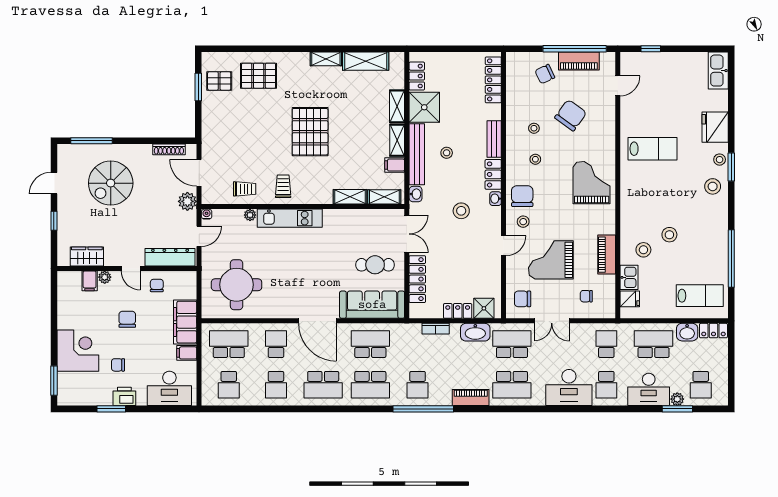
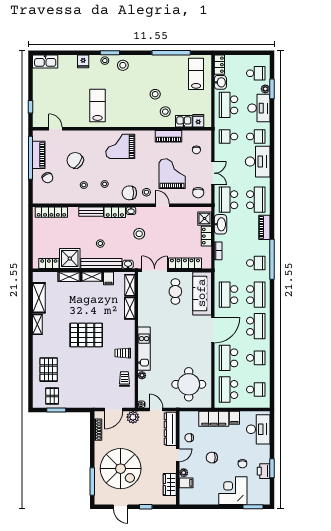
fridge: (715, 127) -> (83, 61), width x0.53, depth x0.75
spiral stairs: (111, 183) -> (121, 469), width x1.37, depth x1.37
grand piano: (551, 260) -> (172, 174), turned 180
school desk: (276, 344) -> (229, 358), width x1.85
printer: (124, 396) -> (264, 471), moved

